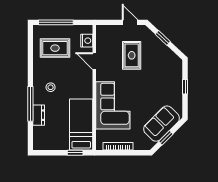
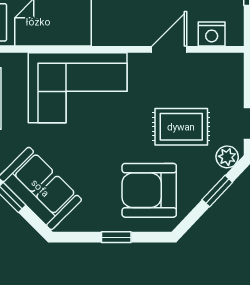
plant: (146, 33) -> (227, 157), added
armchair: (162, 71) -> (149, 190), added

